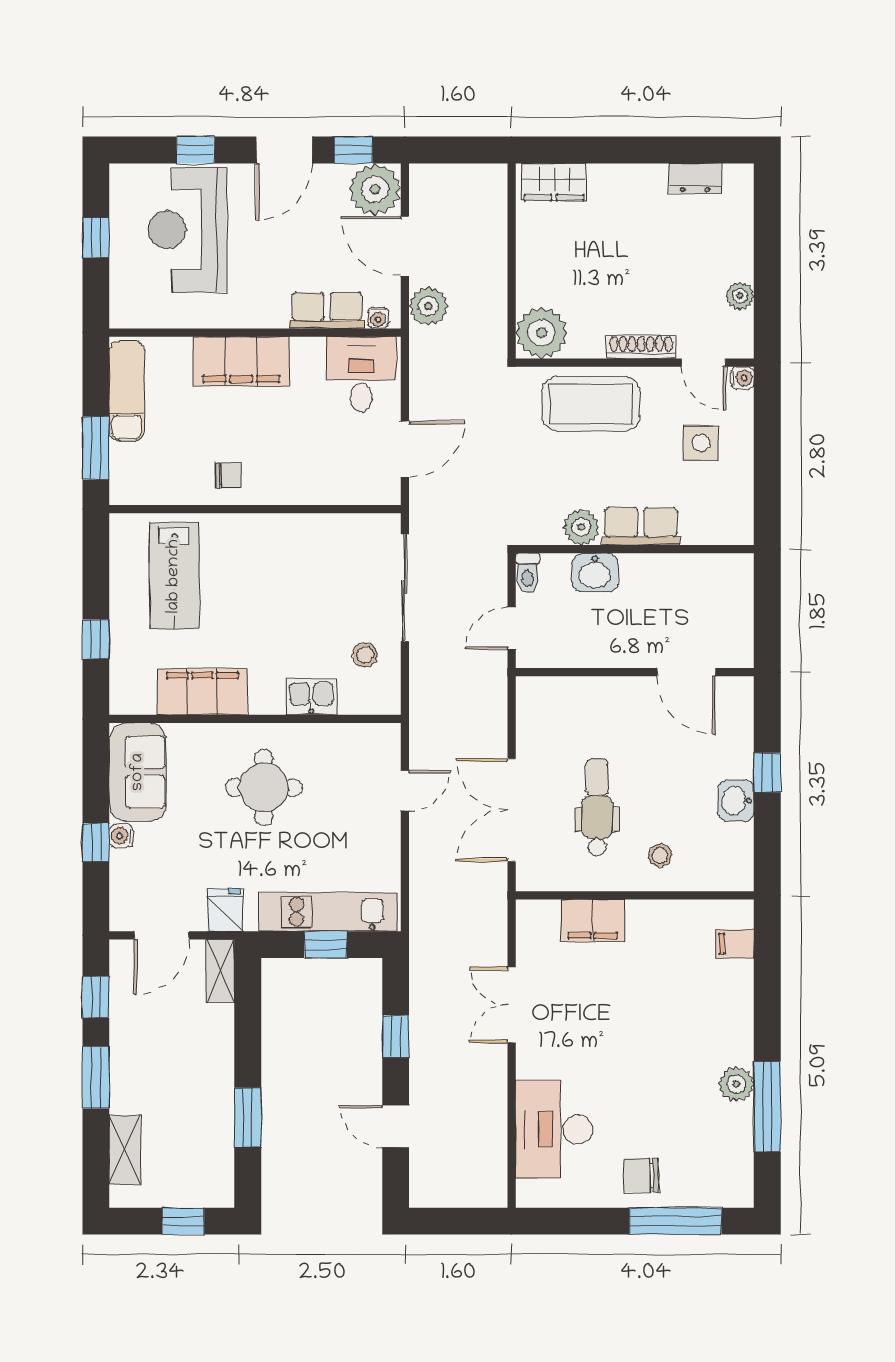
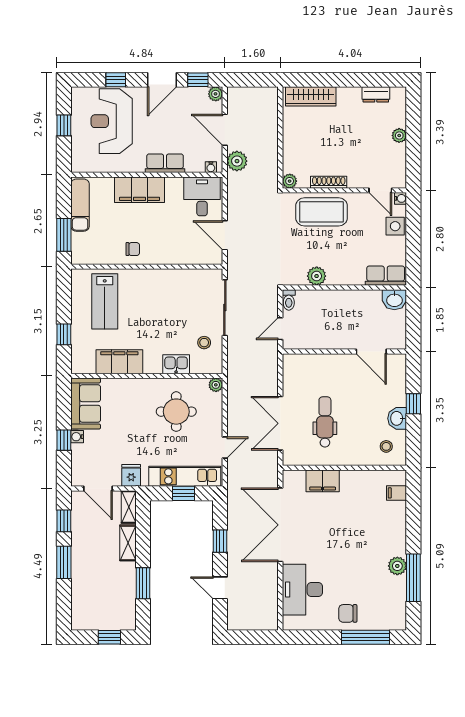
wardrobe: (554, 182) -> (311, 96), width x1.50
plant: (375, 189) -> (216, 94), width x0.53, depth x0.53
plant: (740, 296) -> (399, 135), moved
row of seats: (327, 310) -> (165, 163), moved
plant: (541, 333) -> (290, 181), width x0.53, depth x0.53
shoe rack: (641, 347) -> (329, 182), moved
side table: (701, 443) -> (395, 226), moved
door: (405, 449) -> (225, 235), swing flipped
row of seats: (641, 526) -> (386, 276), moved
washbasin: (595, 573) -> (394, 300), moved
plant: (388, 736) -> (216, 385), added
round table: (264, 787) -> (176, 412), moved
door: (405, 791) -> (225, 448), moved
stool: (660, 856) -> (386, 446), moved
door: (162, 935) -> (98, 489), hinge flipped
double door: (512, 1005) -> (280, 525), width x1.87
shelving: (125, 1150) -> (128, 543), moved

